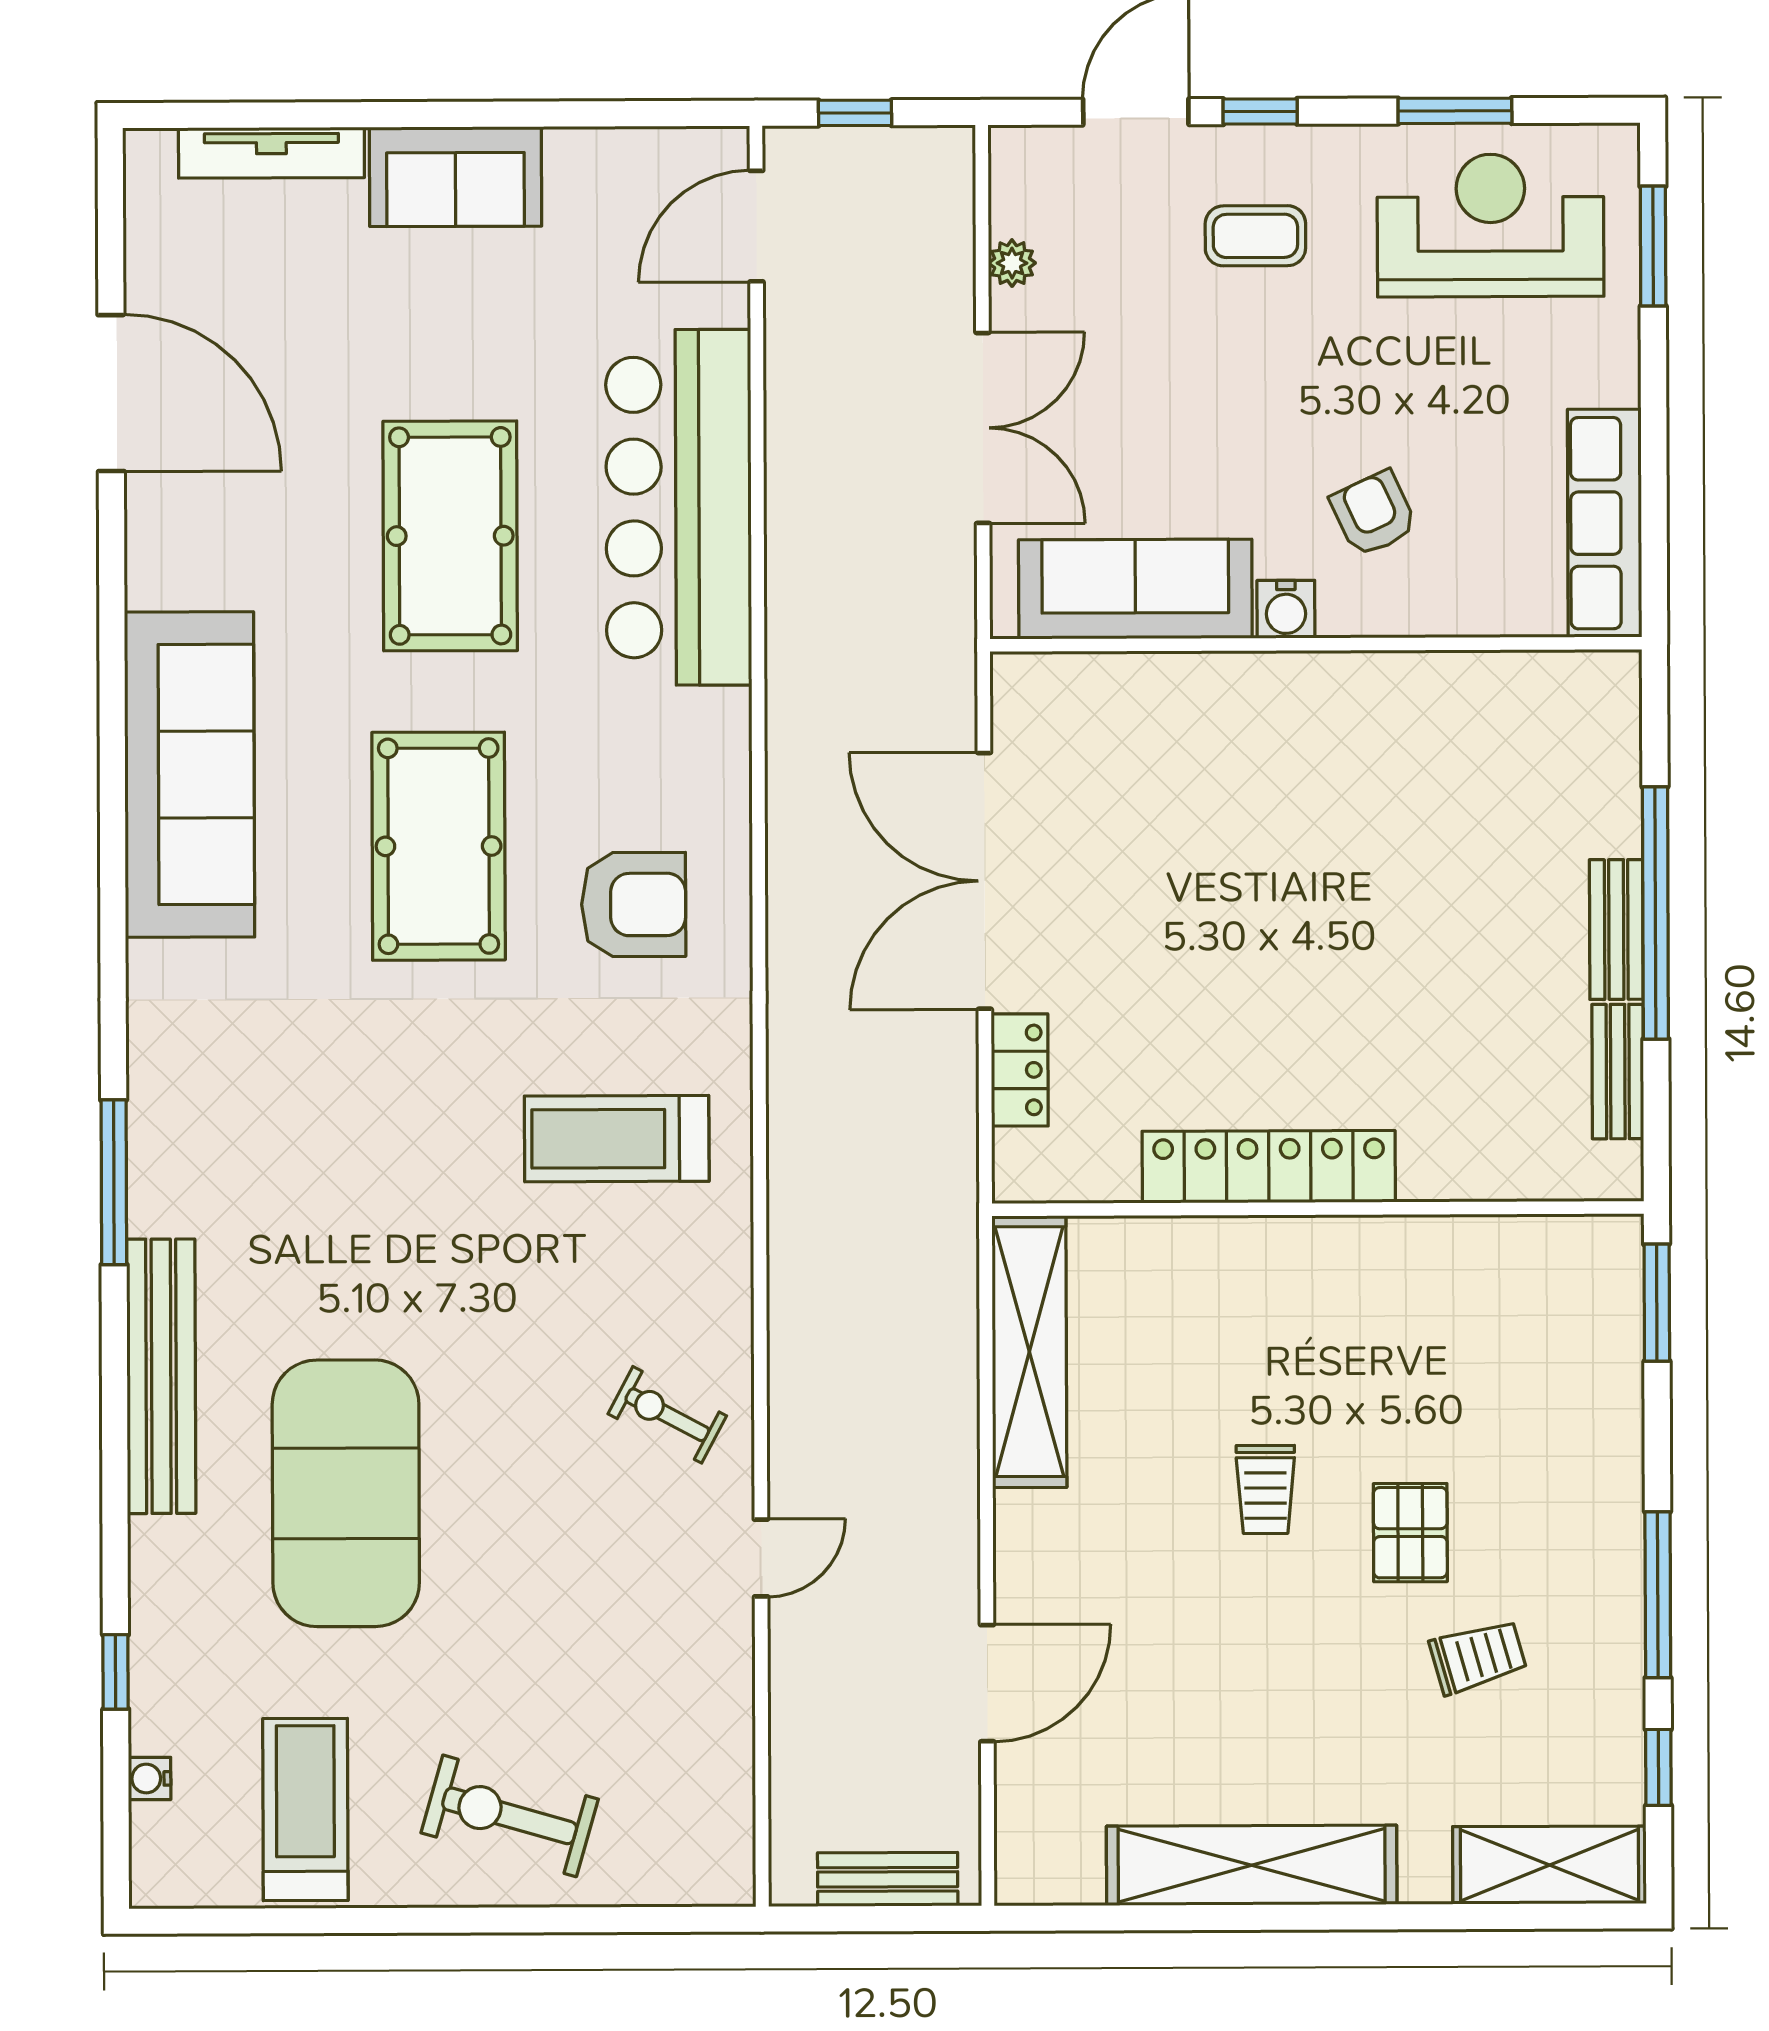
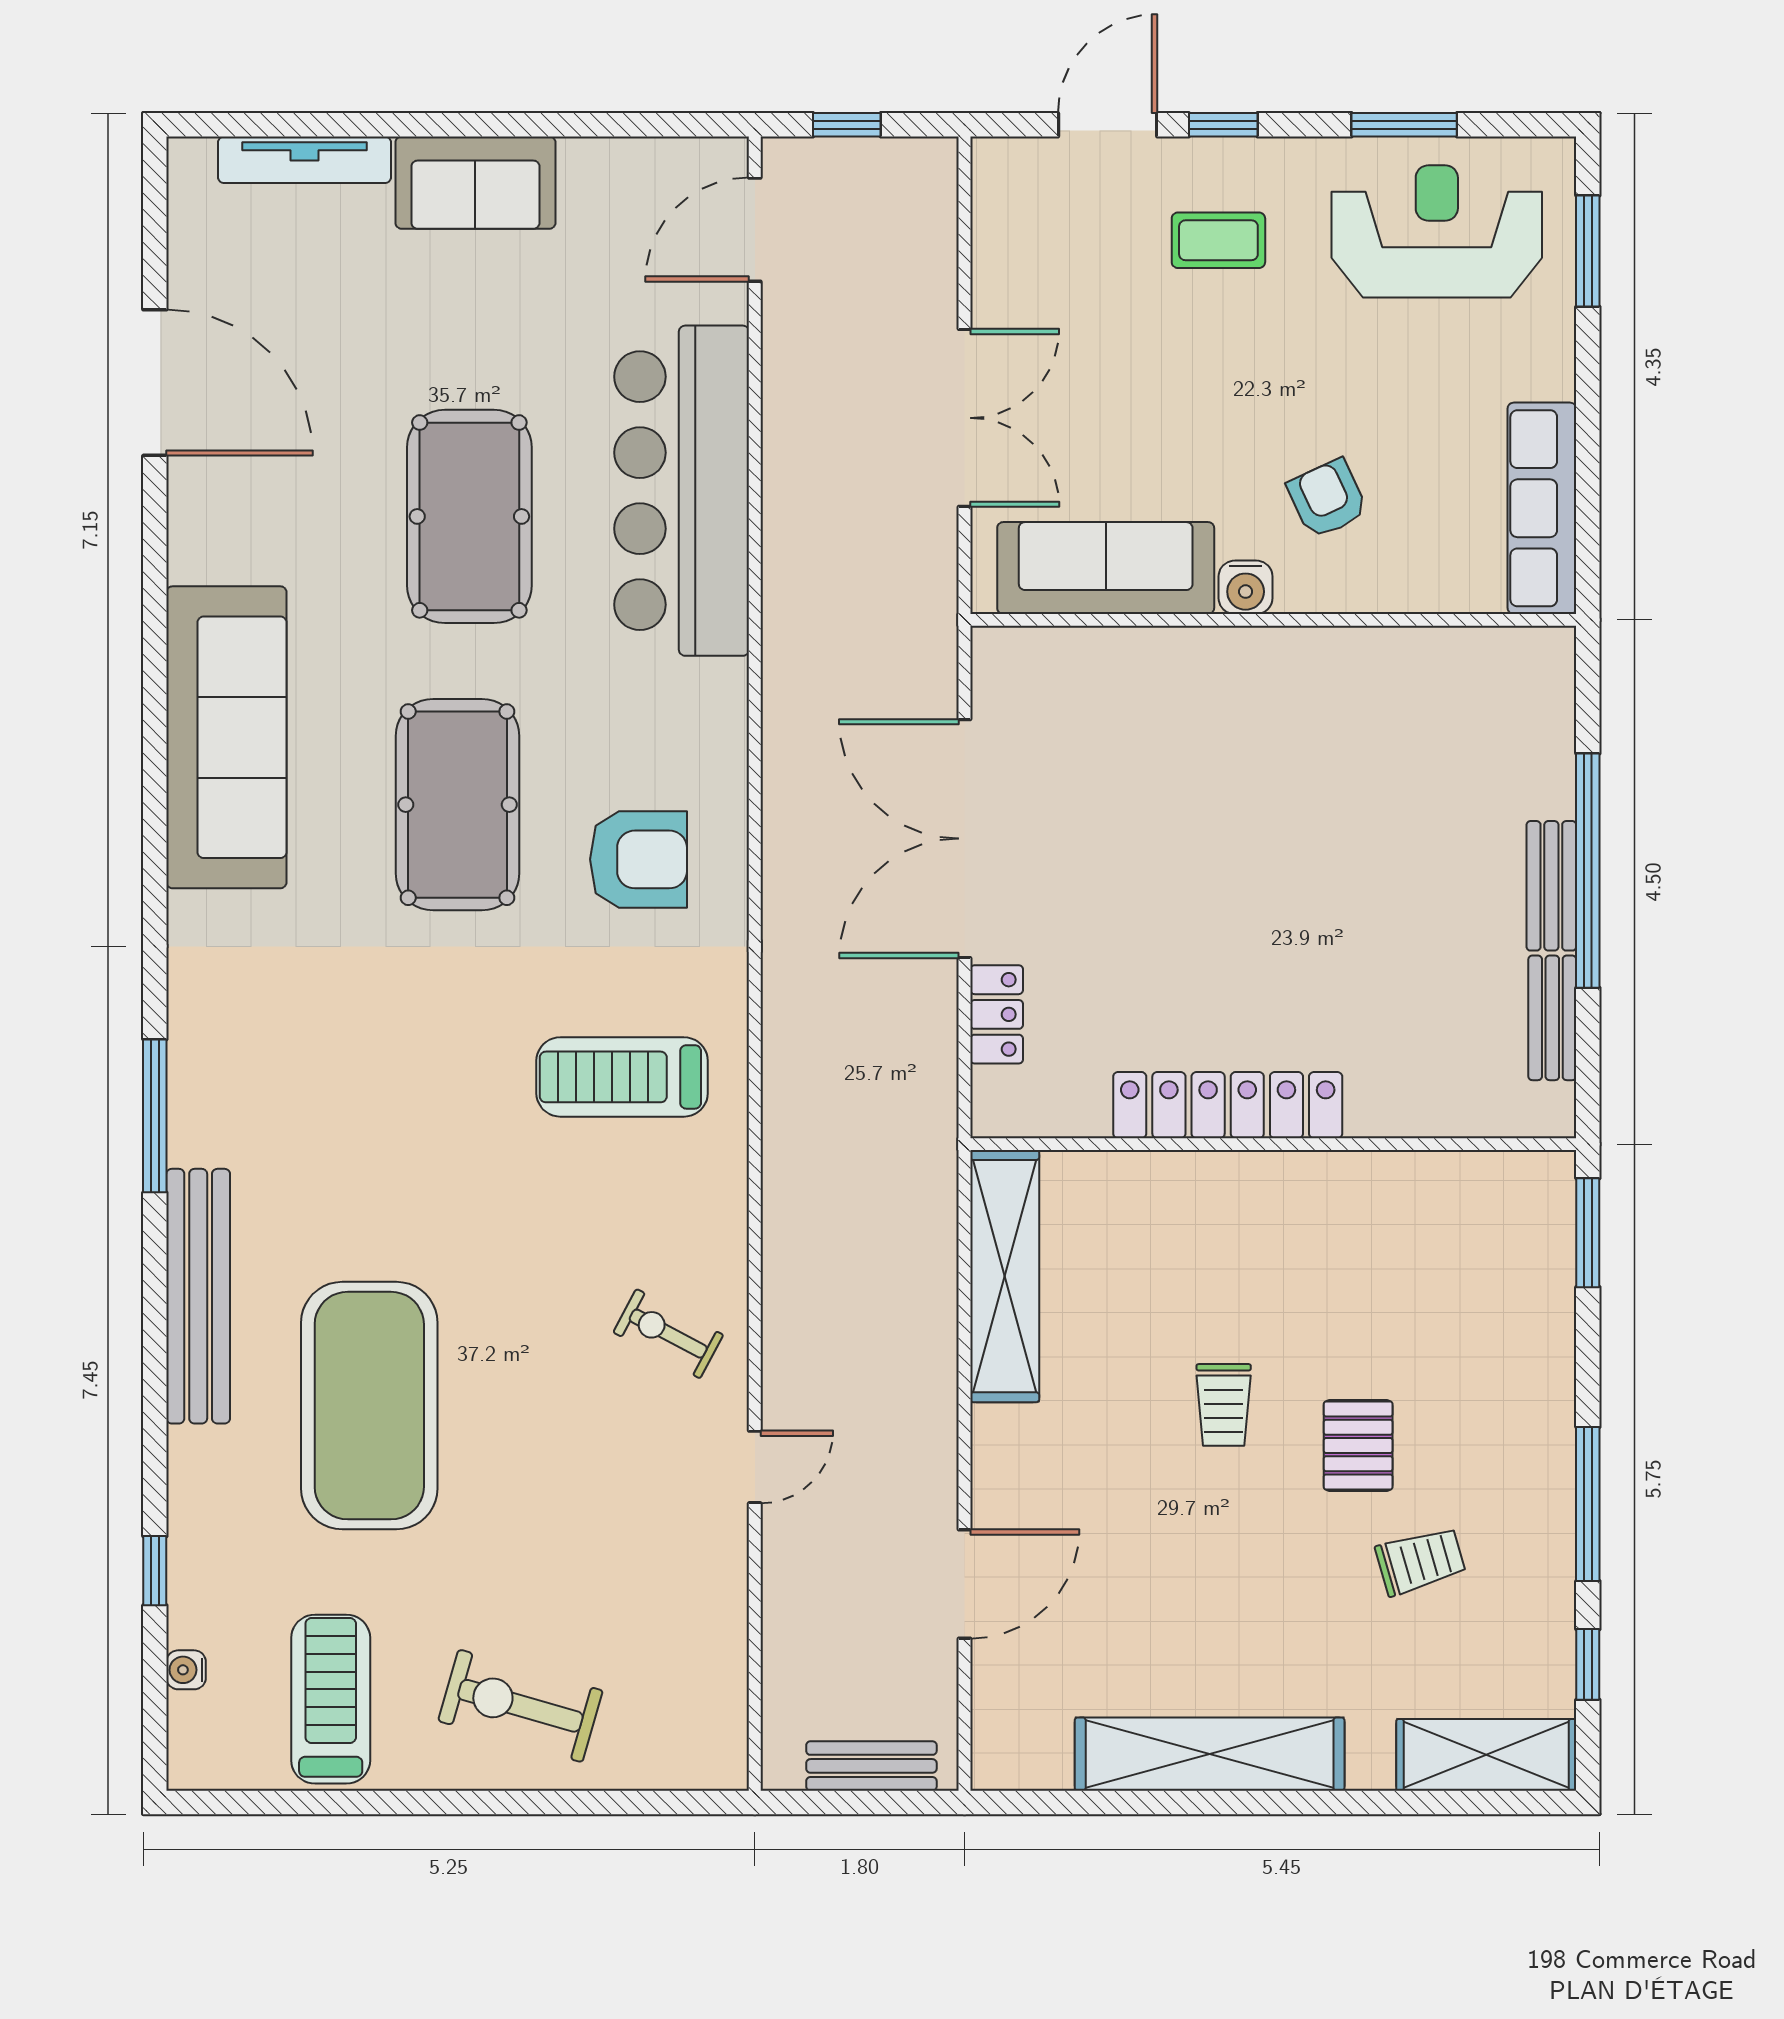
plant: (1012, 263) -> (992, 265), removed

